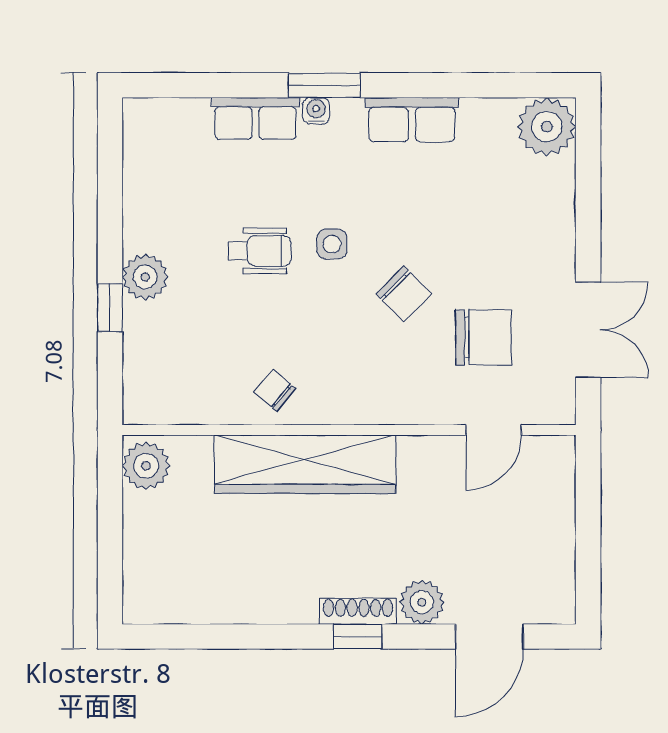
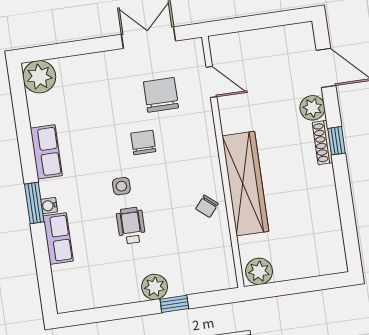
chair: (404, 294) -> (143, 142), turned -45

